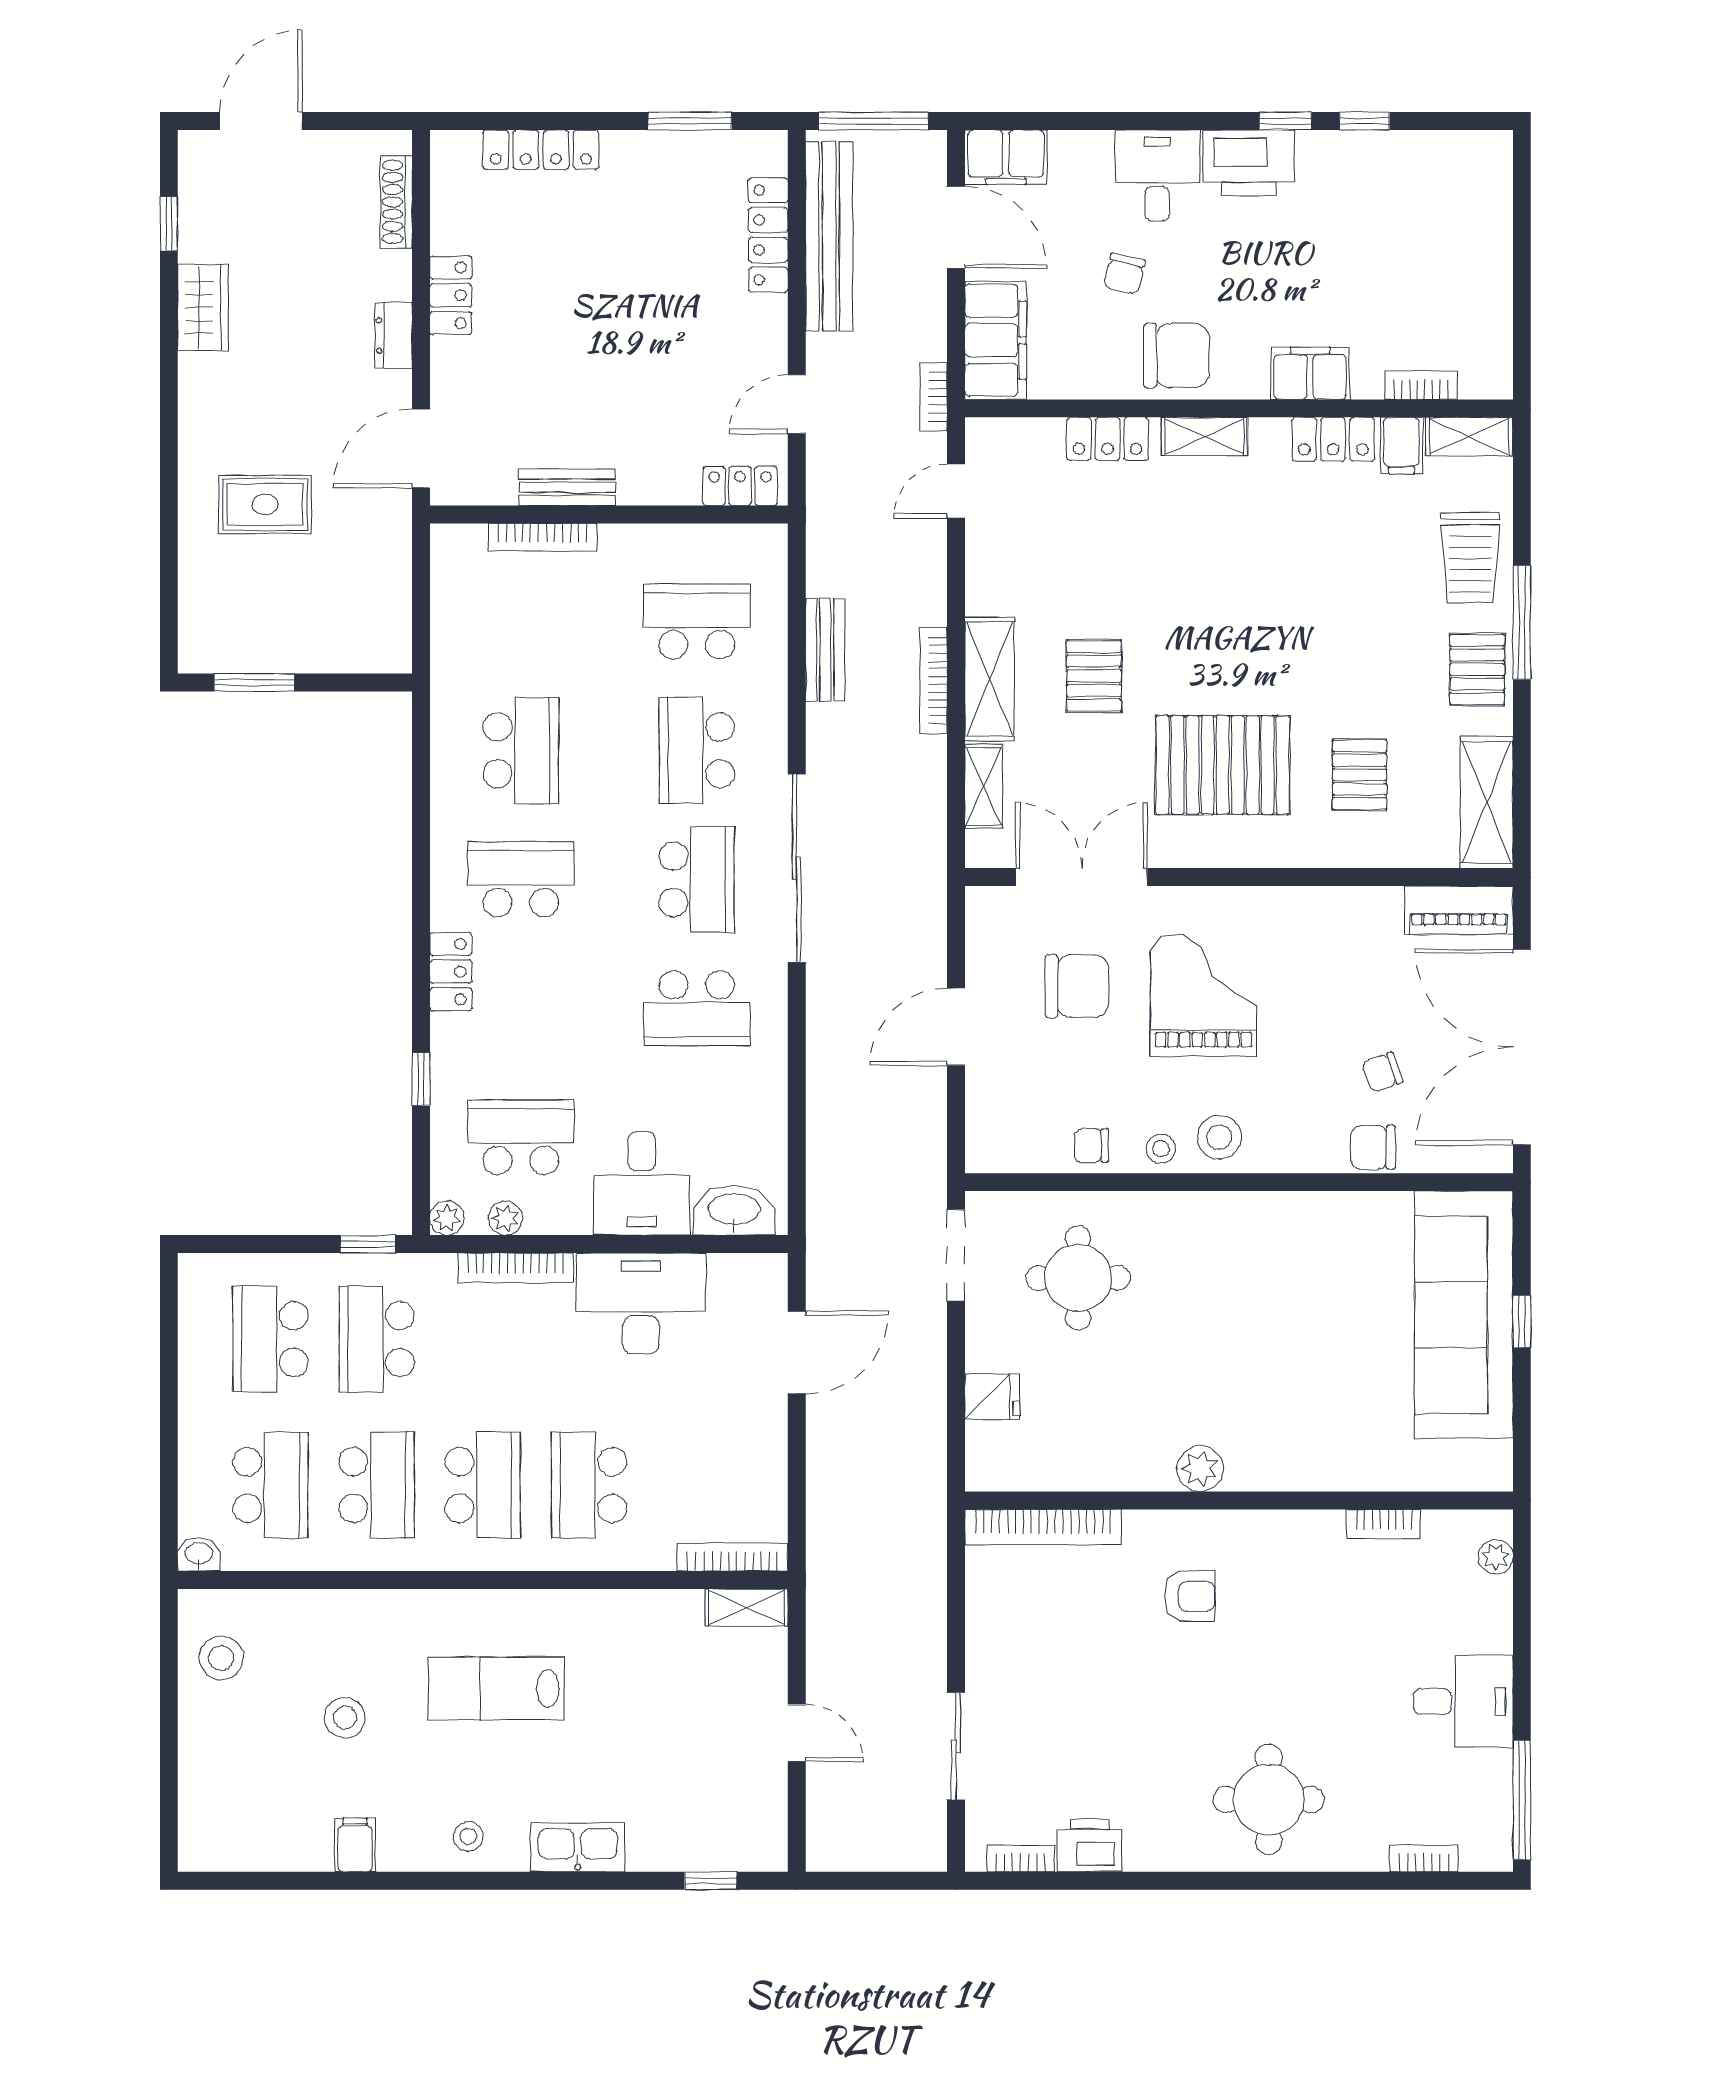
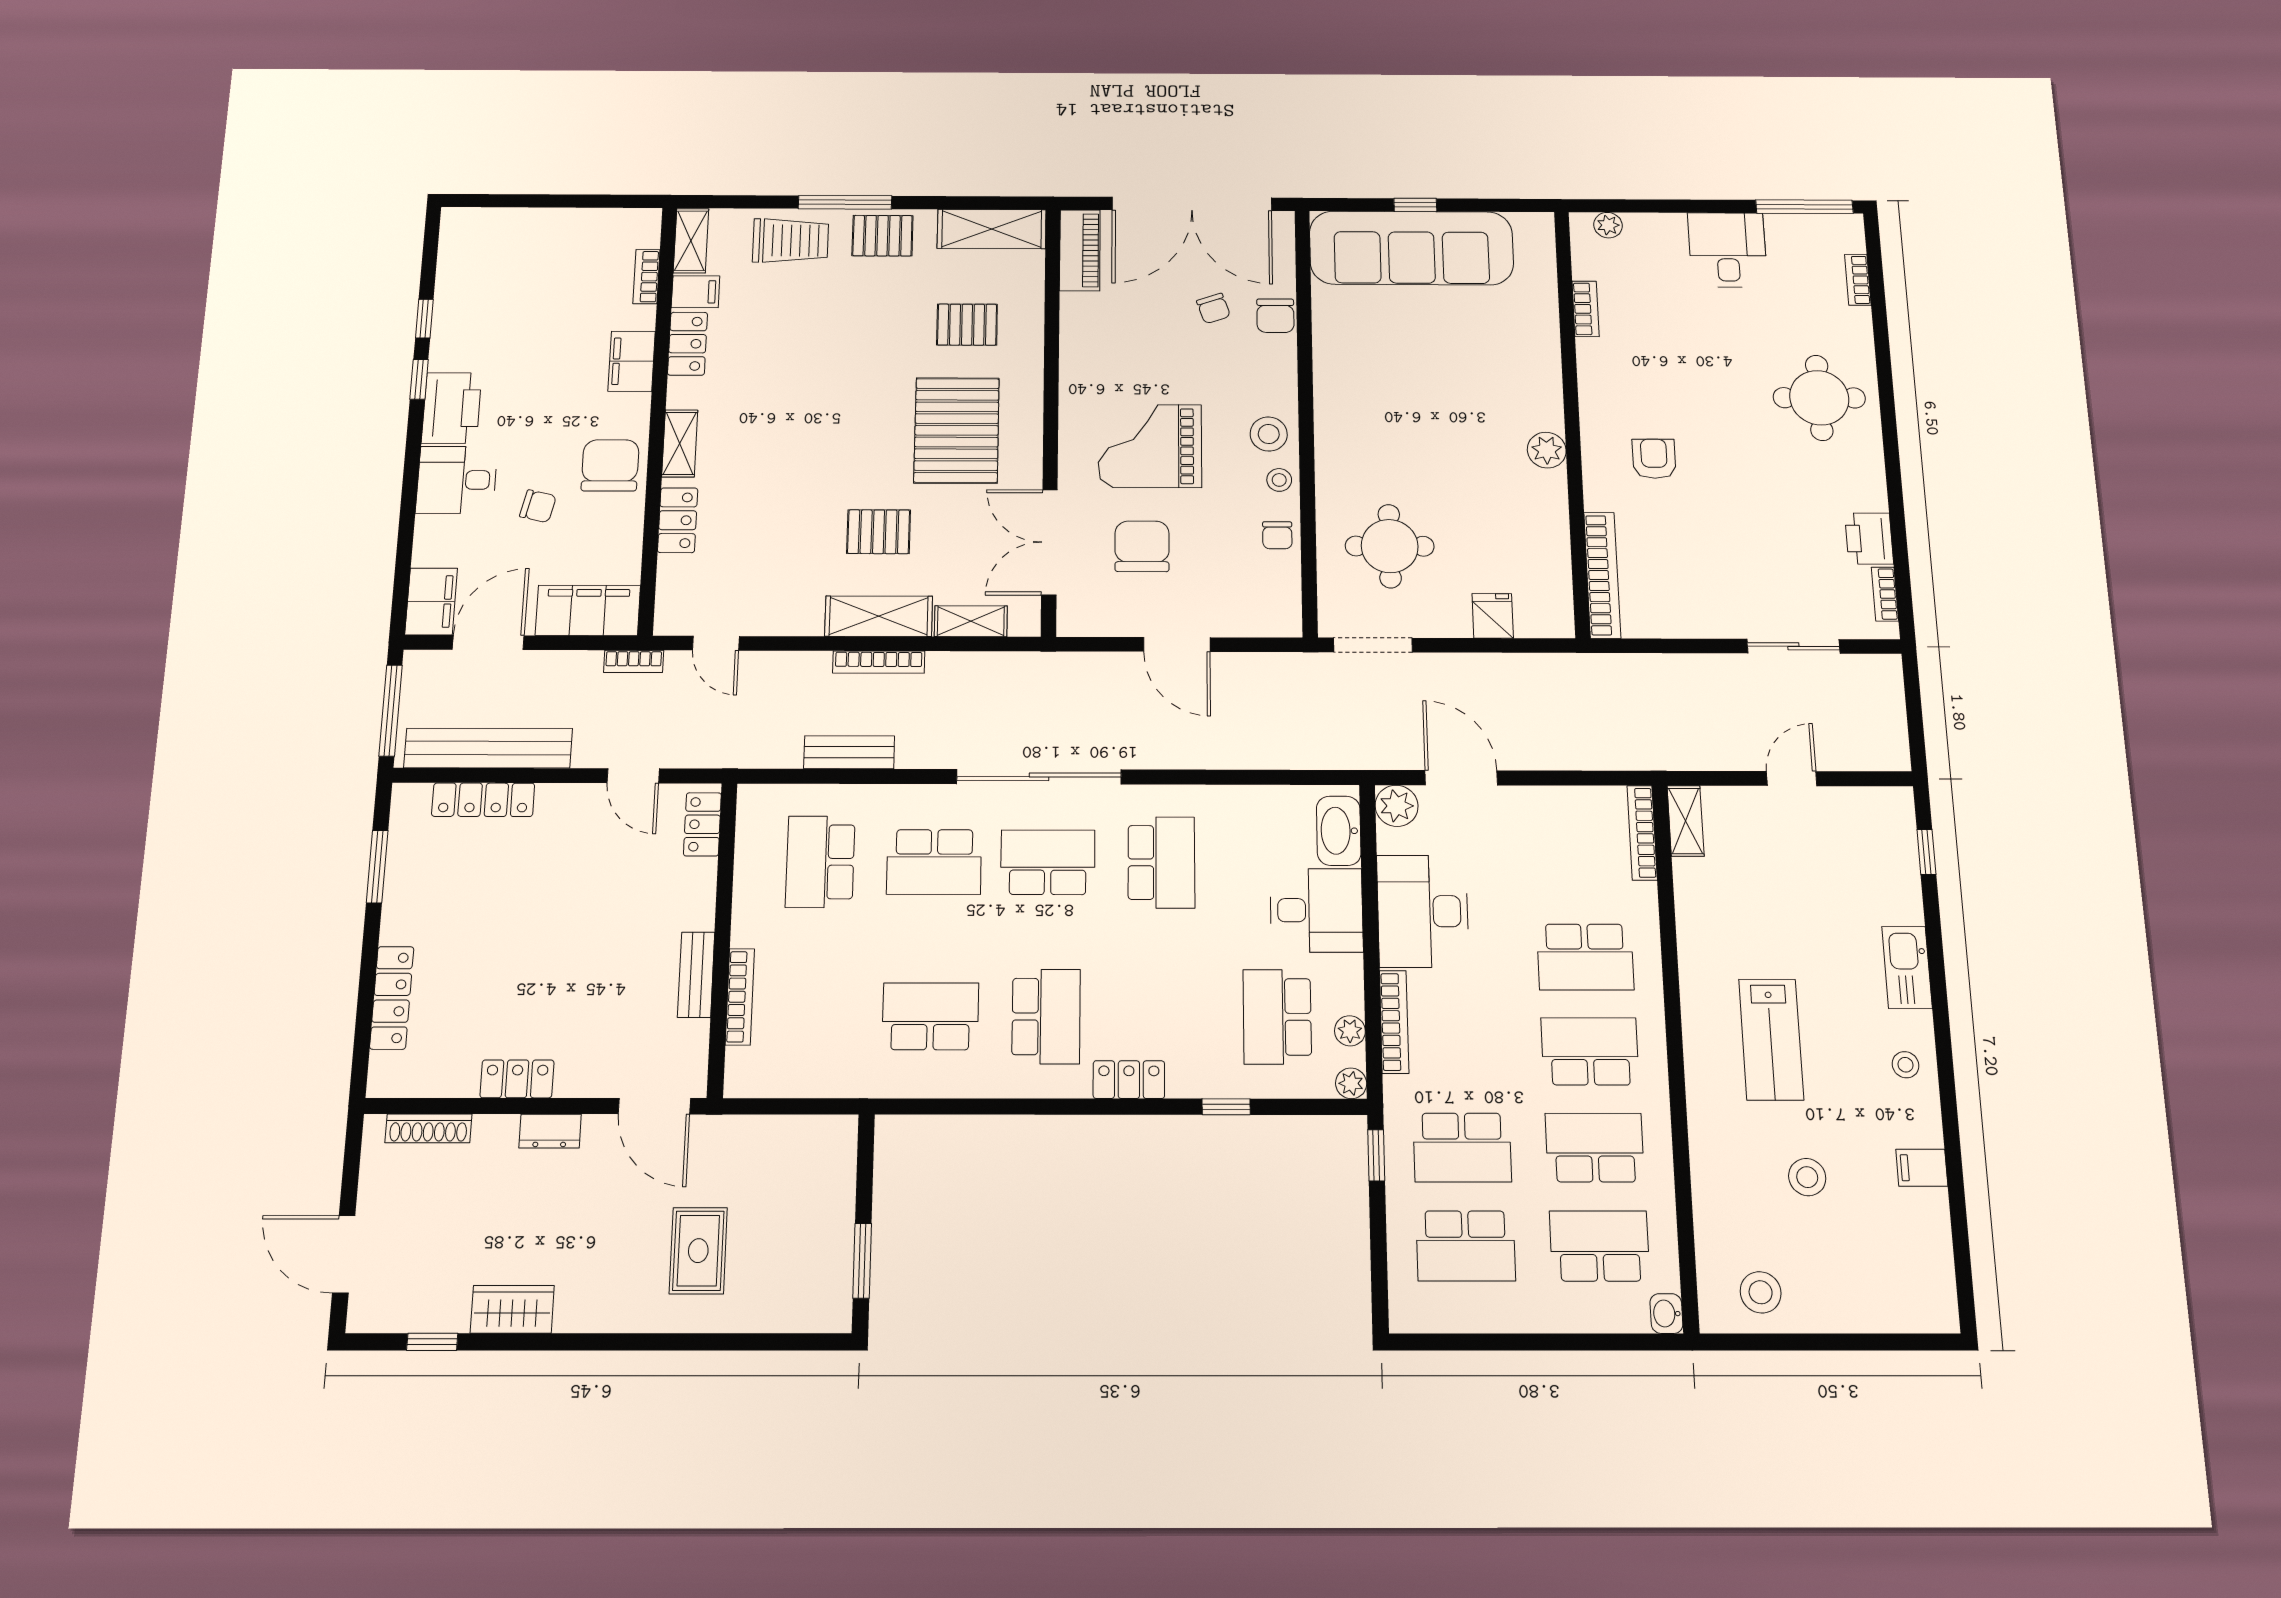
school desk: (521, 879) -> (1046, 1016), turned 180
plant: (763, 1277) -> (1397, 806), added

